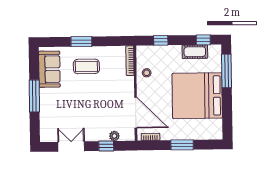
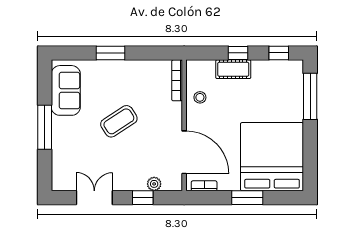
window: (161, 40) -> (238, 53), moved
cot: (195, 52) -> (233, 69), moved
coffee table: (86, 66) -> (119, 121), moved, turned -33
bed: (197, 96) -> (272, 157), moved, turned 90

